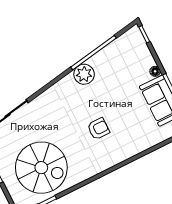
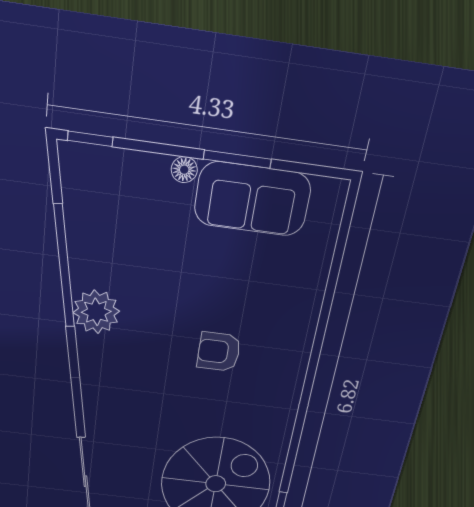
armchair: (98, 129) -> (219, 352), turned -90

